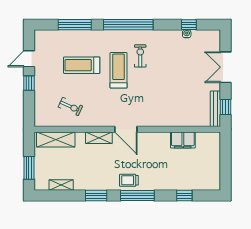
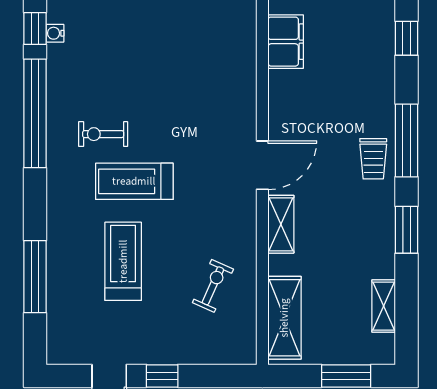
window: (128, 25) -> (35, 113), moved
treadmill: (82, 65) -> (123, 261), turned 180

